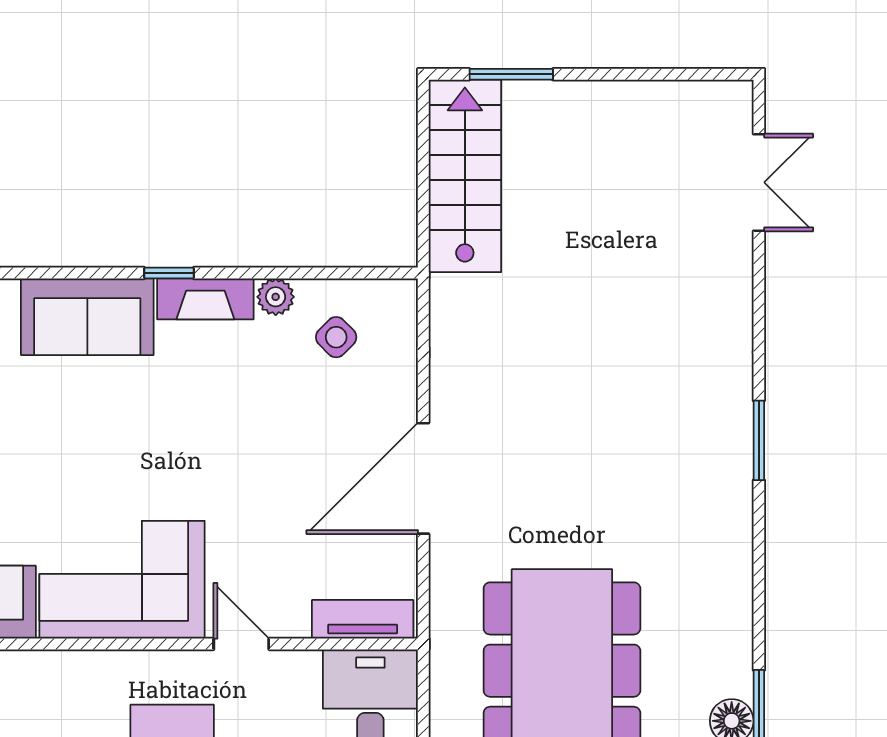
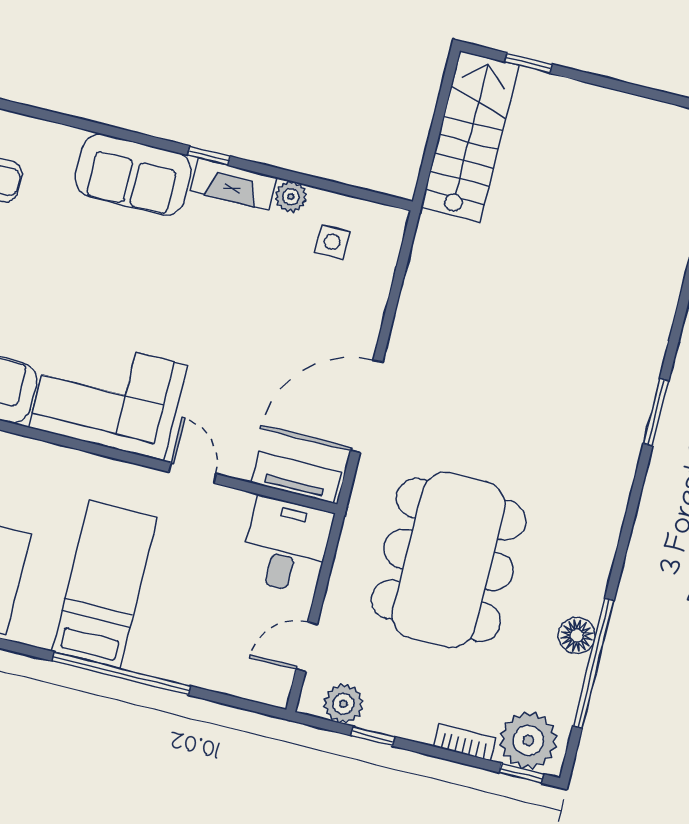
window: (511, 74) -> (528, 63), width x0.67
side table: (336, 337) -> (332, 242), turned 45
door: (423, 478) -> (367, 407), moved

